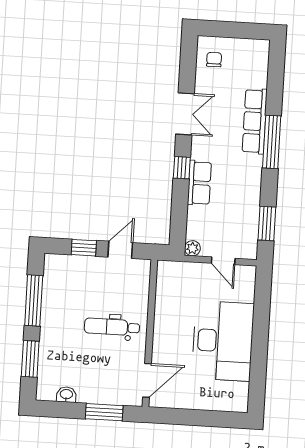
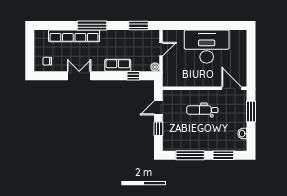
row of seats: (255, 121) -> (74, 36), width x1.36
window: (182, 168) -> (133, 76), moved
door: (120, 250) -> (158, 108), hinge flipped
dental chair: (112, 327) -> (202, 110), turned 90

